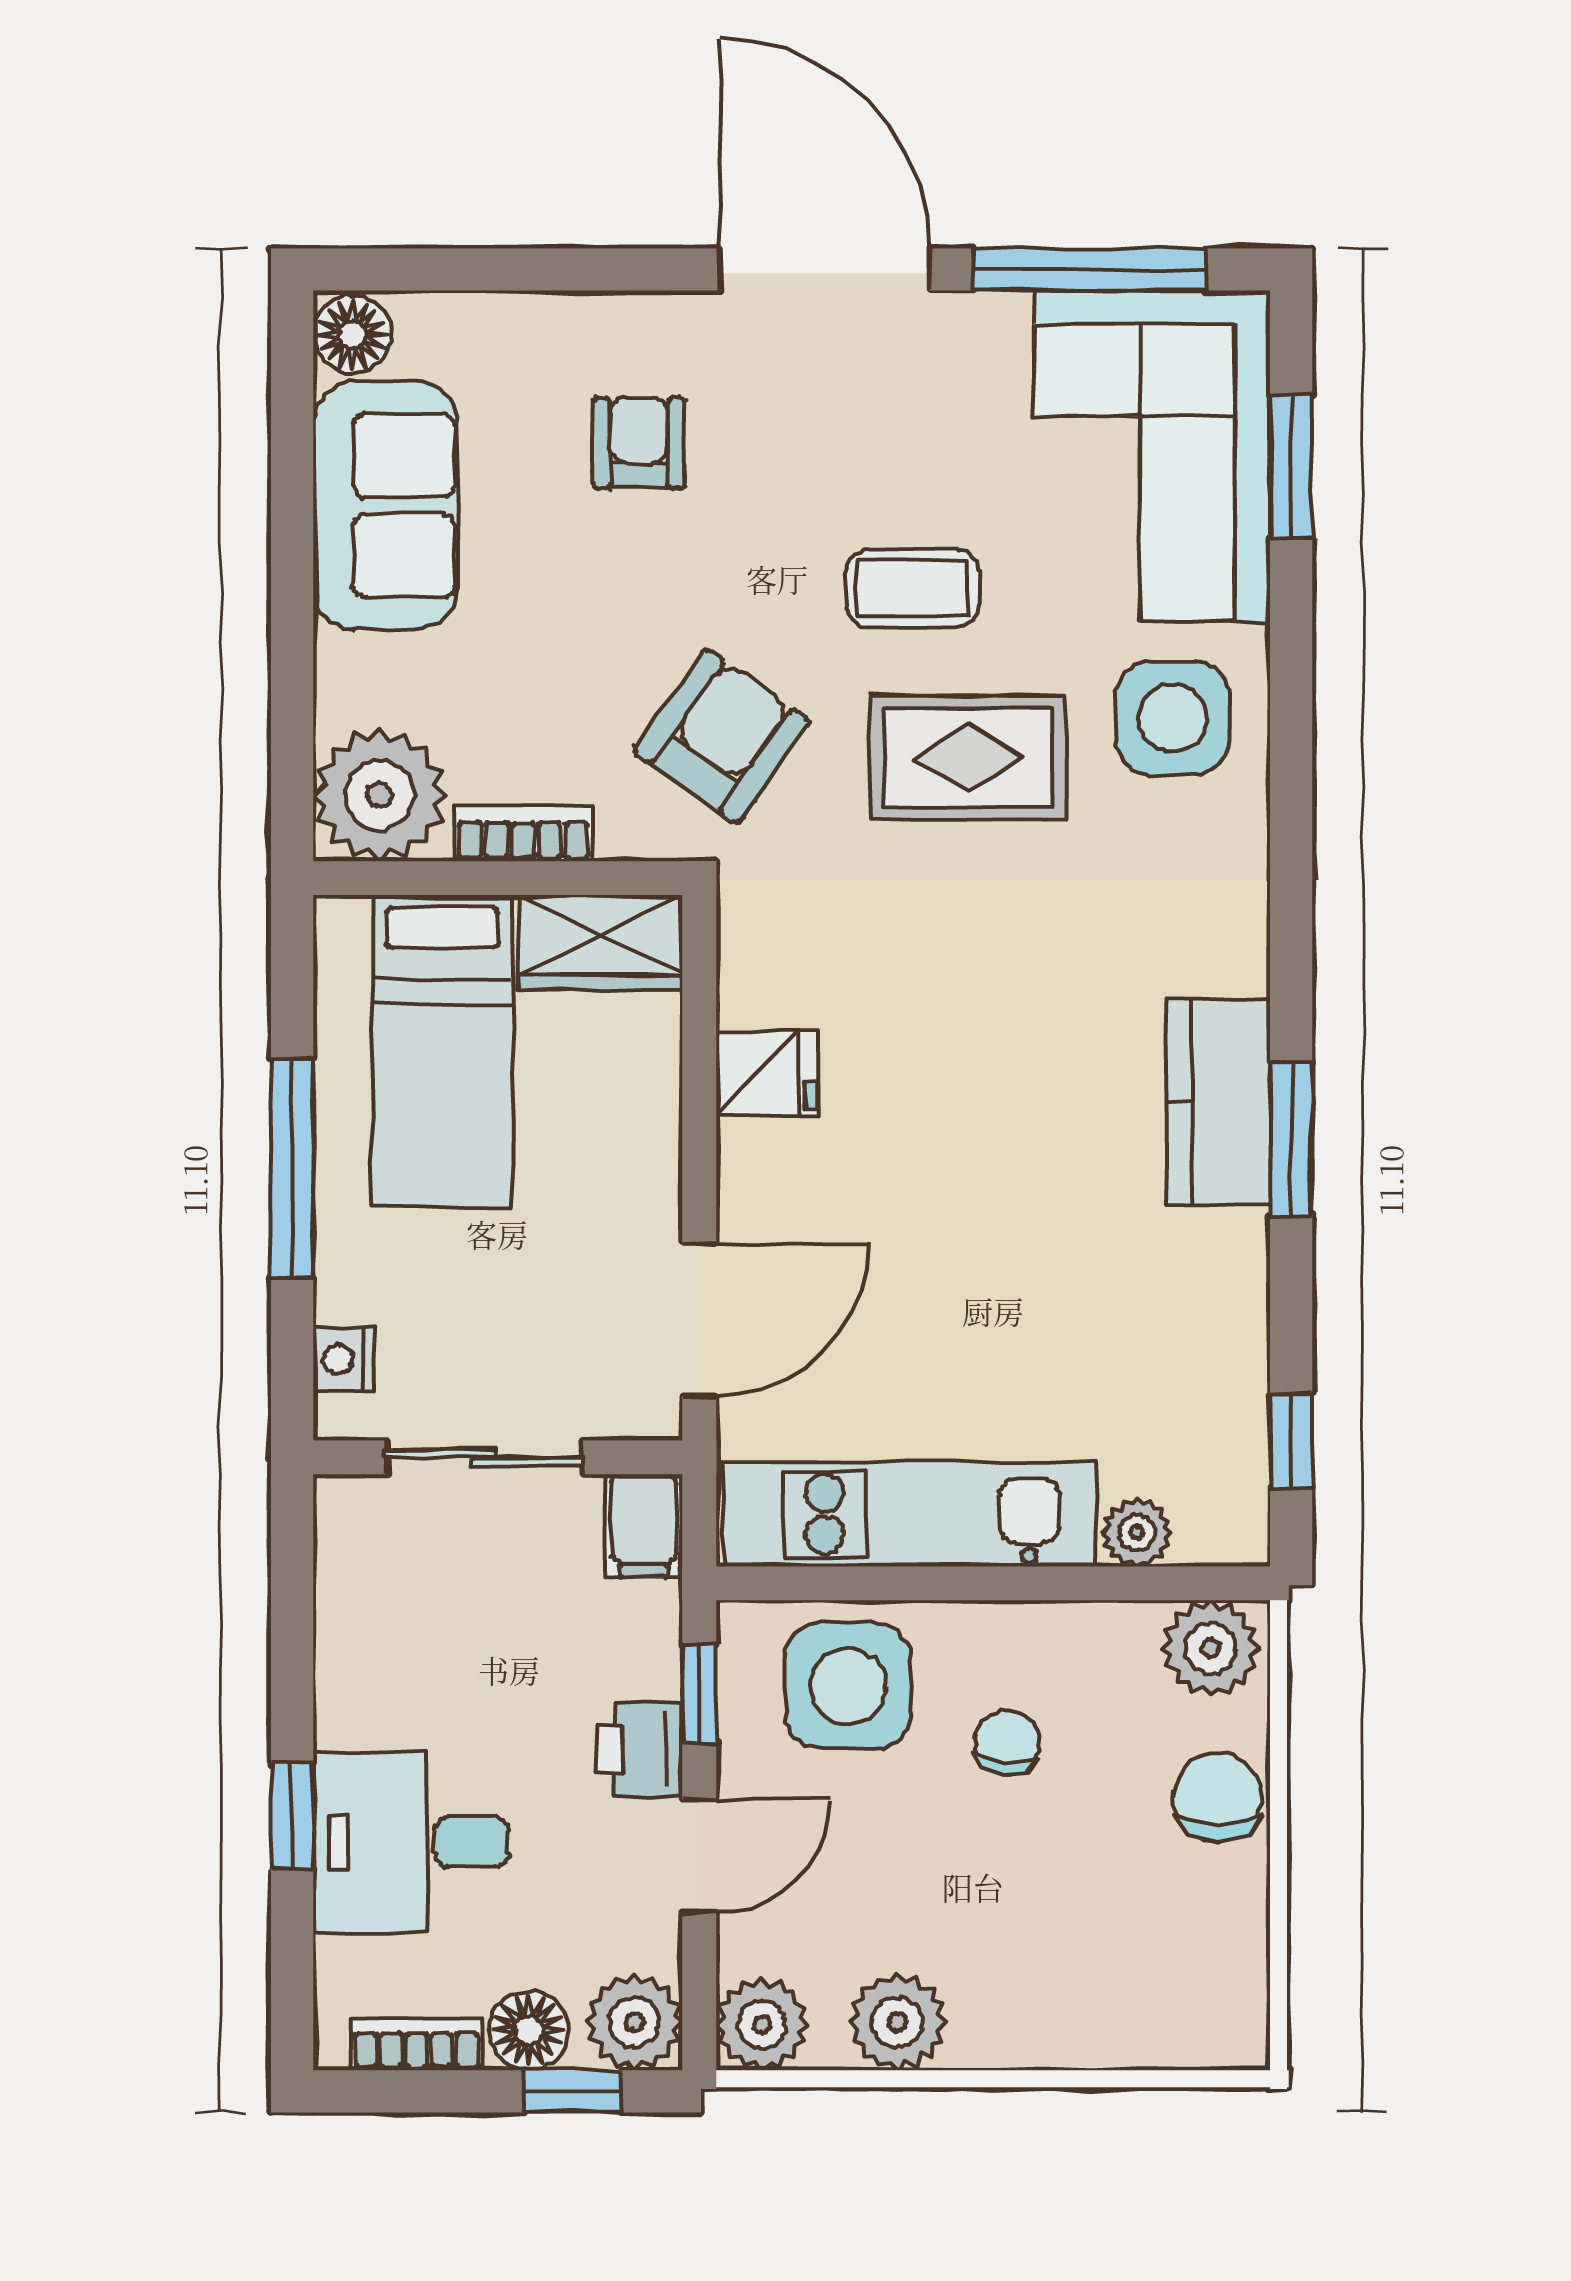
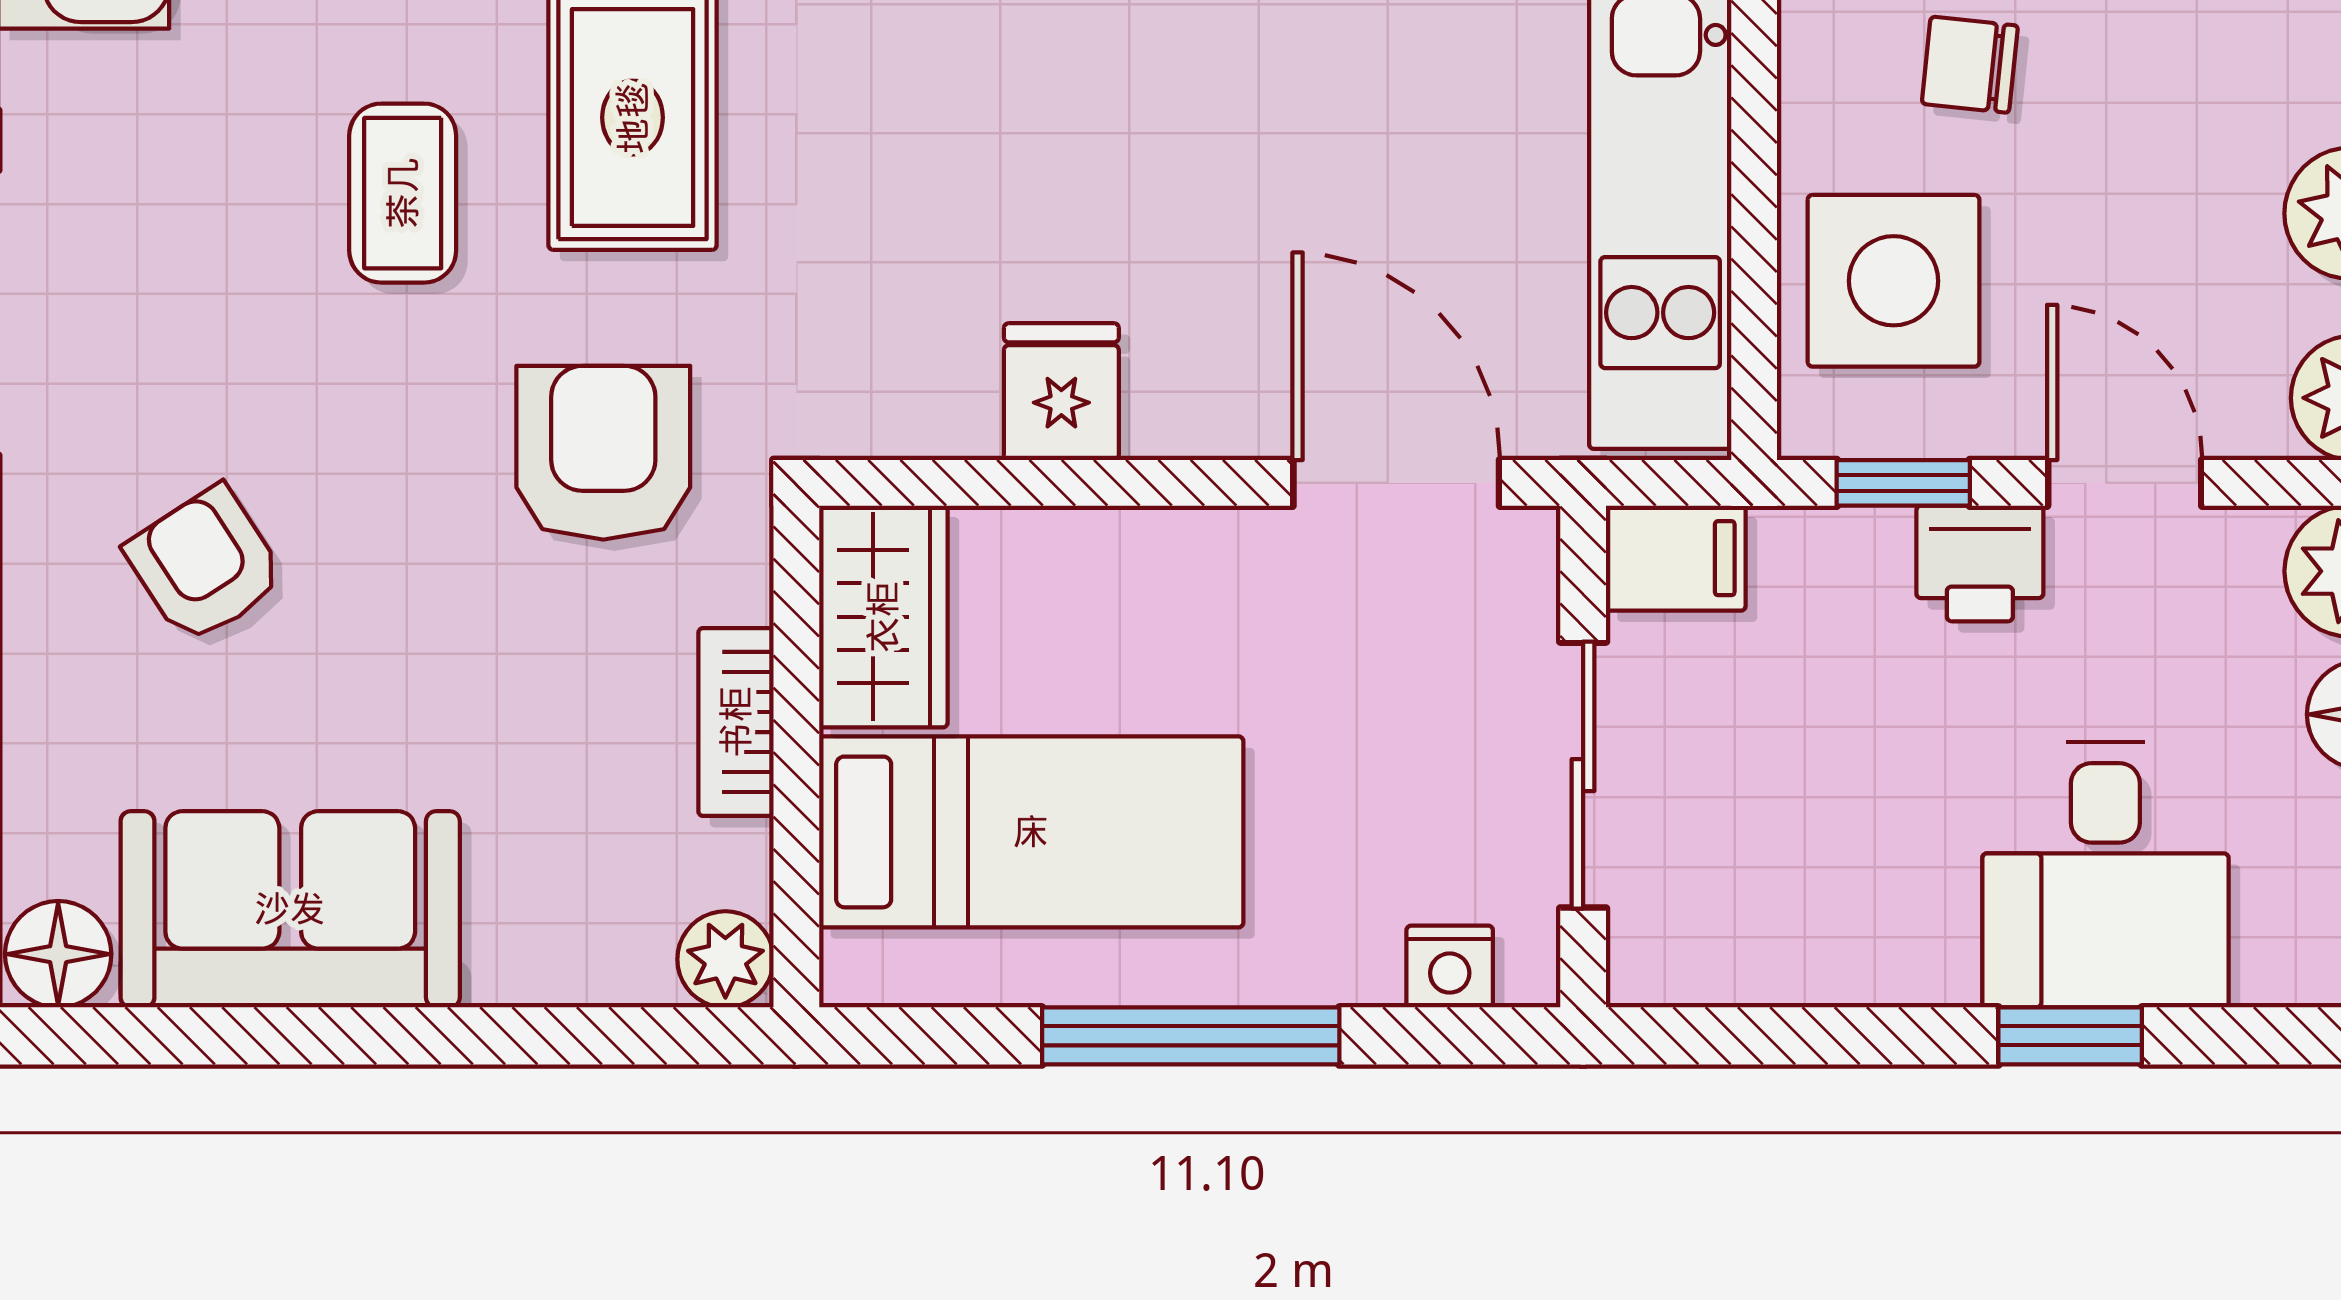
armchair: (639, 443) -> (205, 565), turned 57
armchair: (722, 736) -> (603, 453), turned 55
plant: (379, 795) -> (725, 959), width x0.53, depth x0.53

